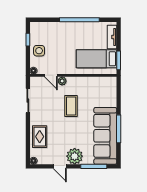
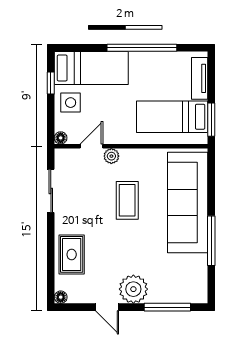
bed: (51, 31) -> (91, 68), added
door: (51, 75) -> (91, 146), swing flipped
sofa: (105, 136) -> (188, 202), moved

